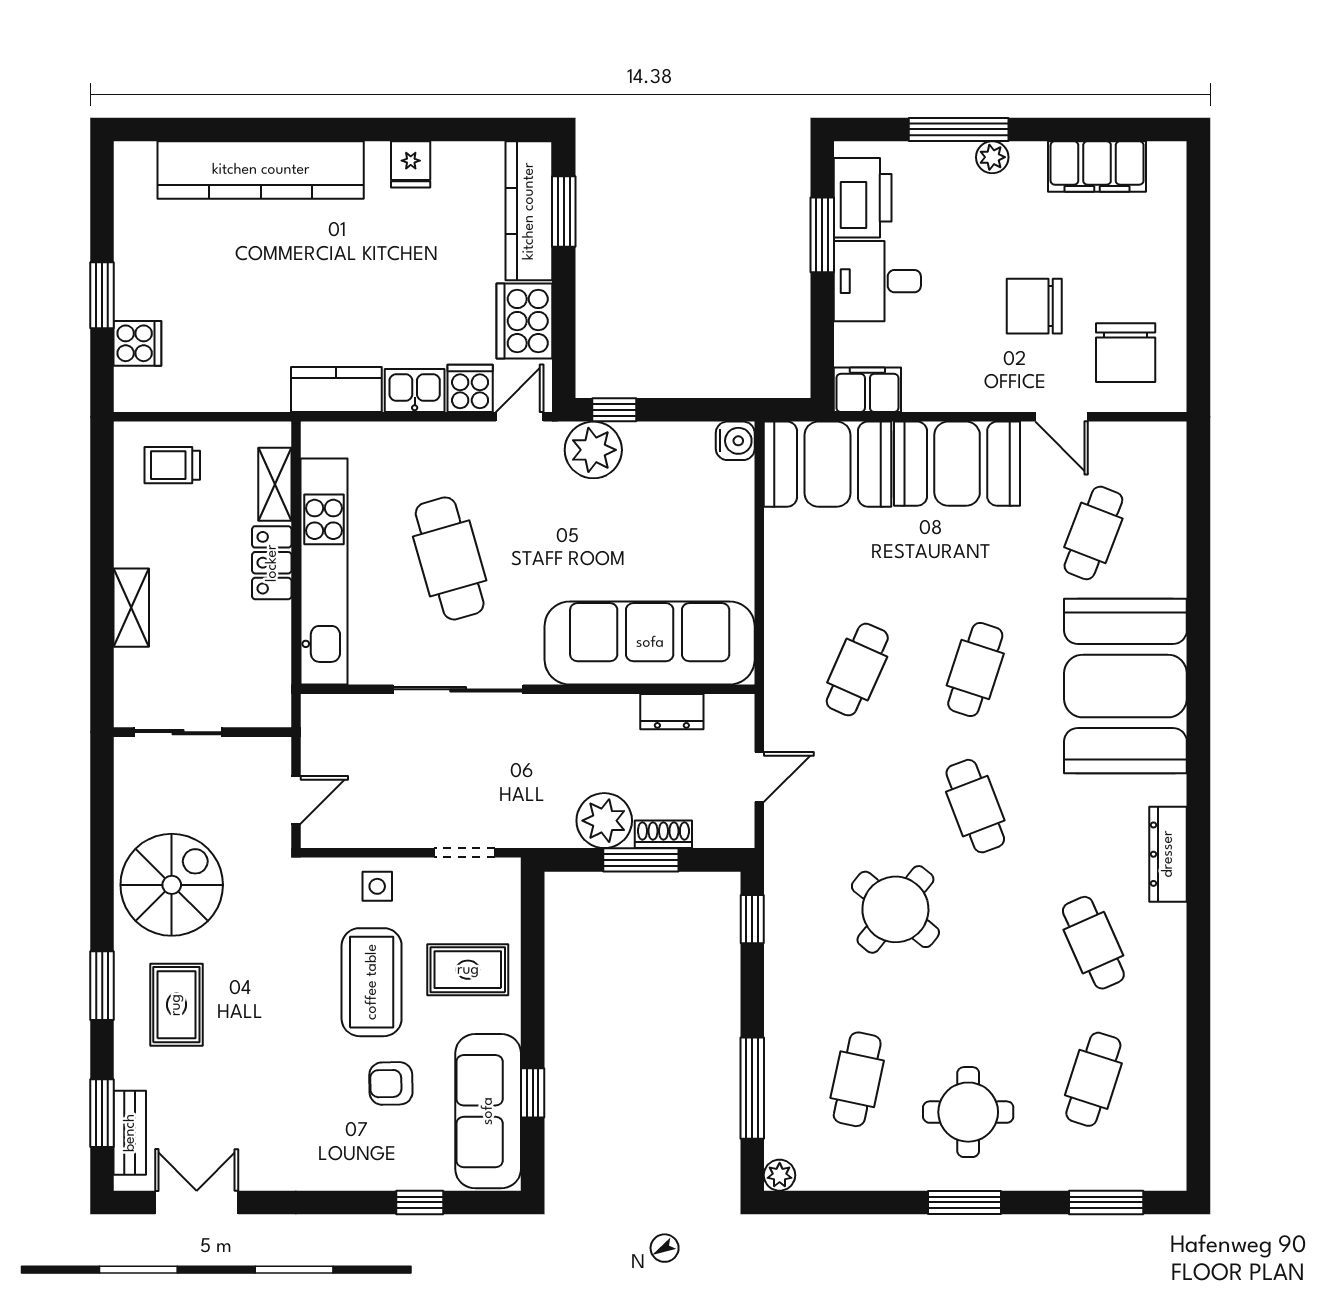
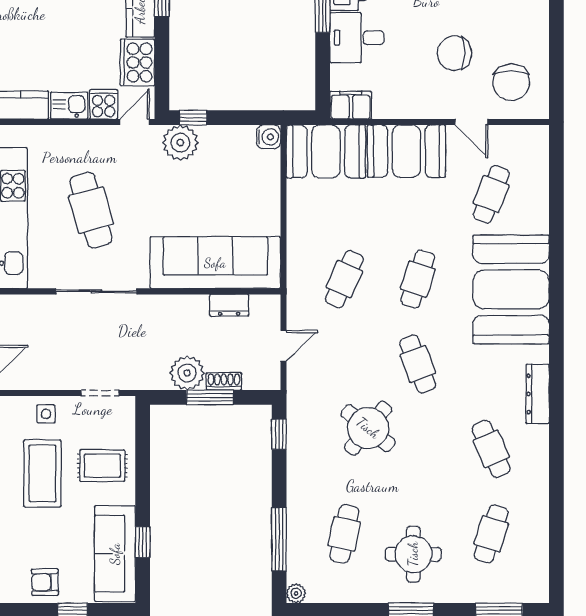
armchair: (391, 1083) -> (45, 582), moved

